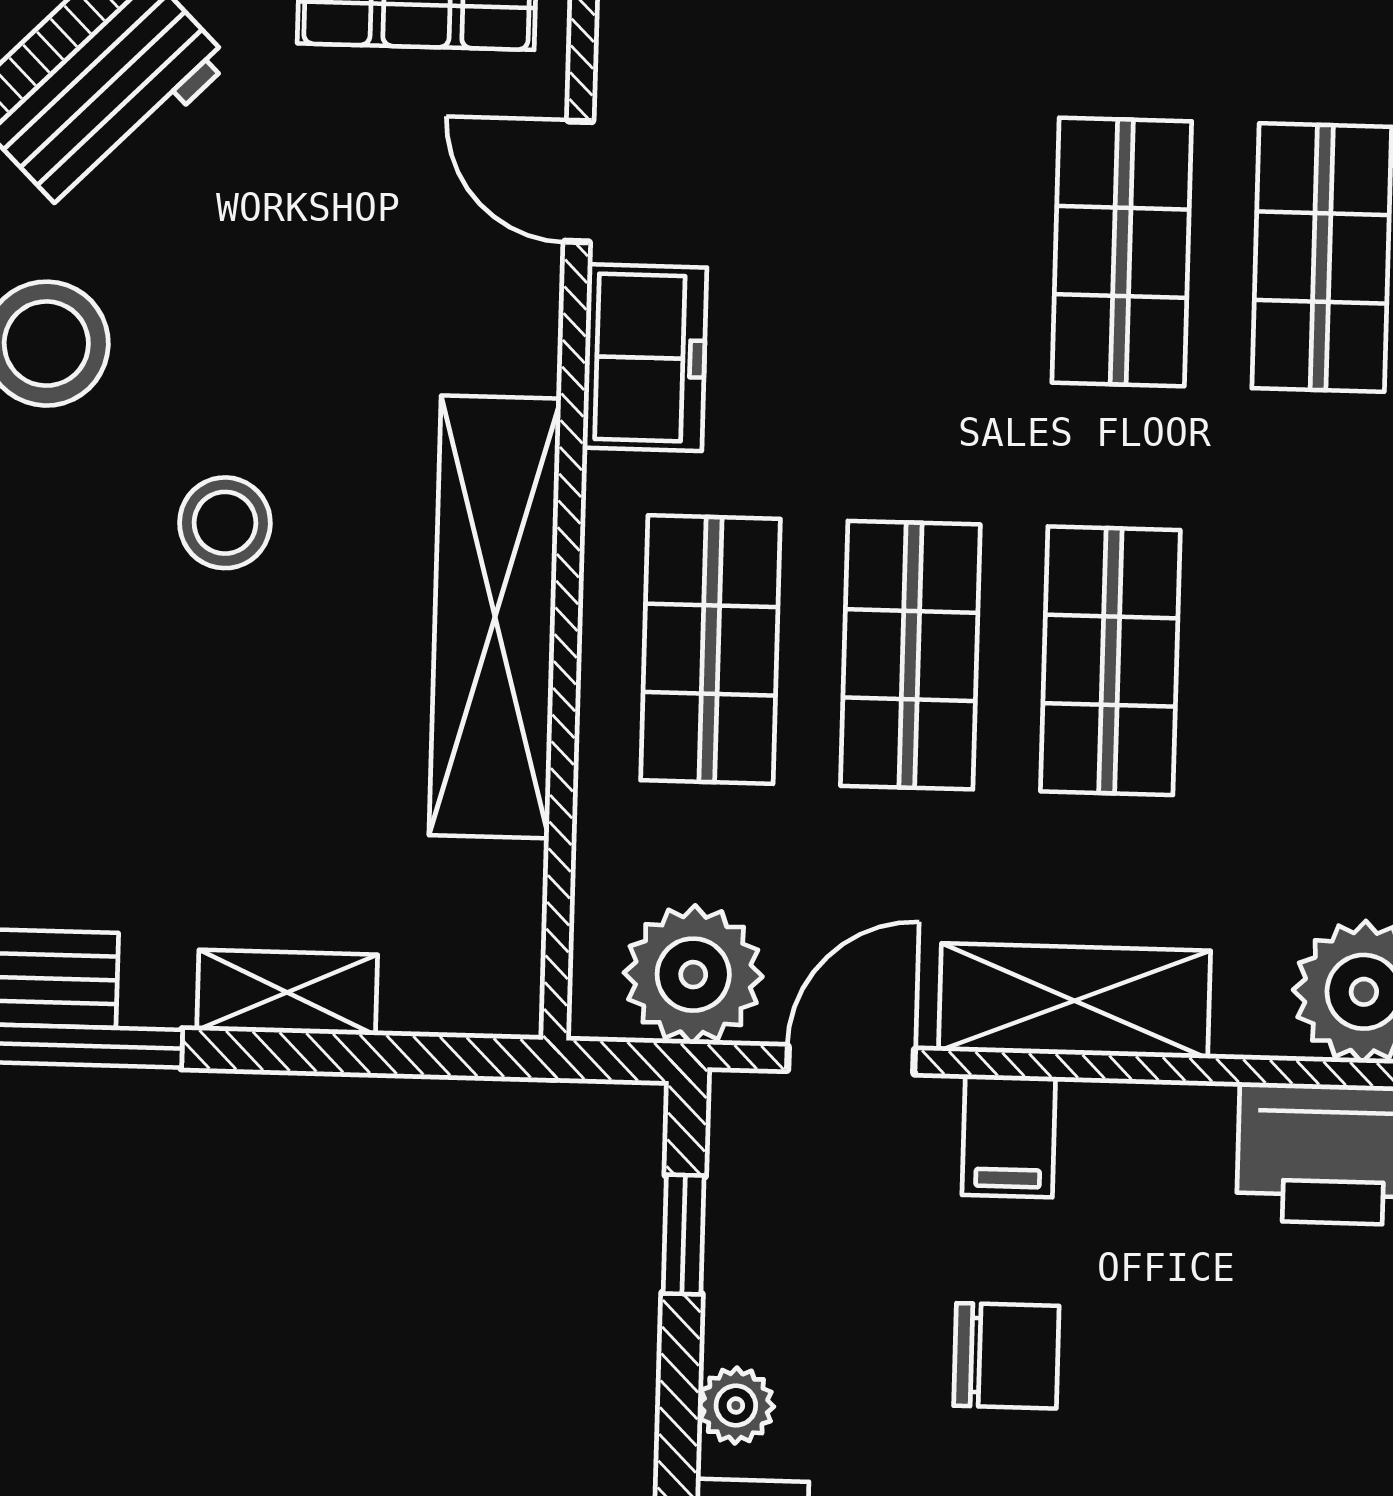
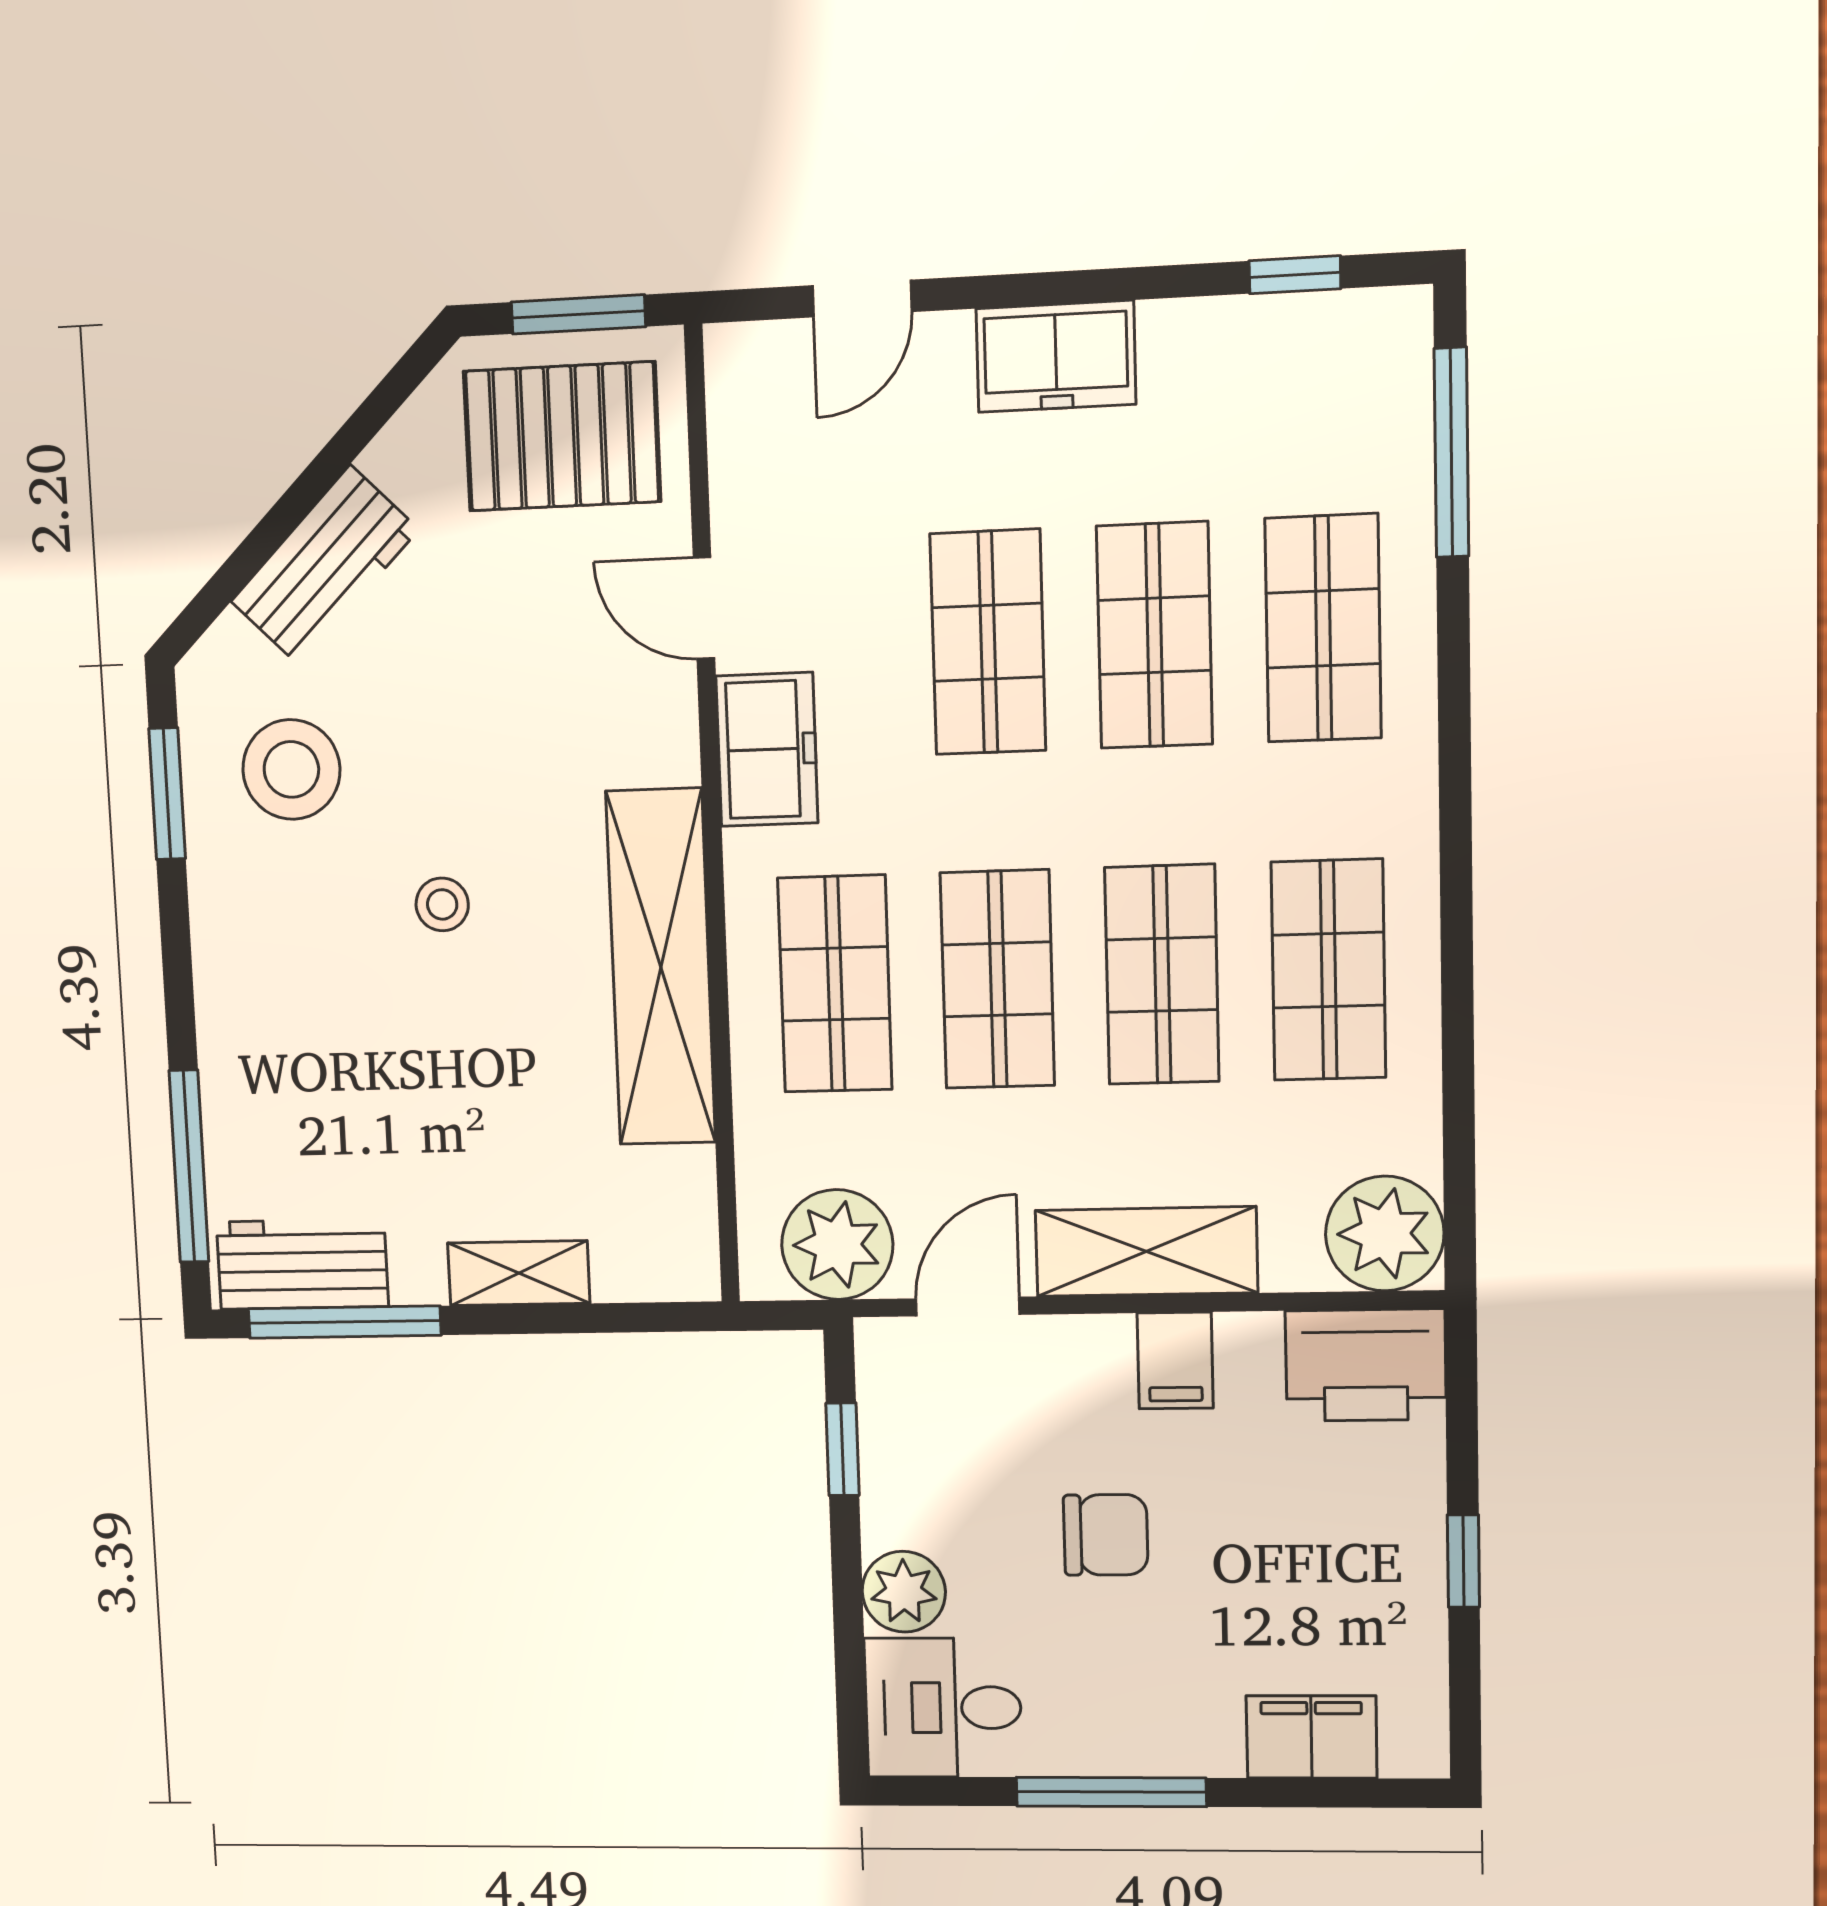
shop shelf: (922, 246) -> (988, 642), added
stool: (225, 523) -> (442, 904), width x0.73, depth x0.73
shop shelf: (1310, 666) -> (1328, 970), added
filing cabinet: (1009, 1136) -> (1175, 1361), moved
plant: (736, 1405) -> (904, 1592), width x1.38, depth x1.38

